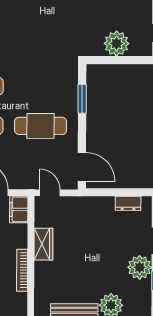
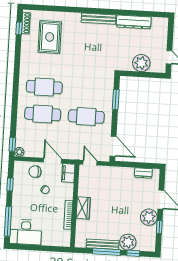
wardrobe: (43, 244) -> (83, 208), moved

